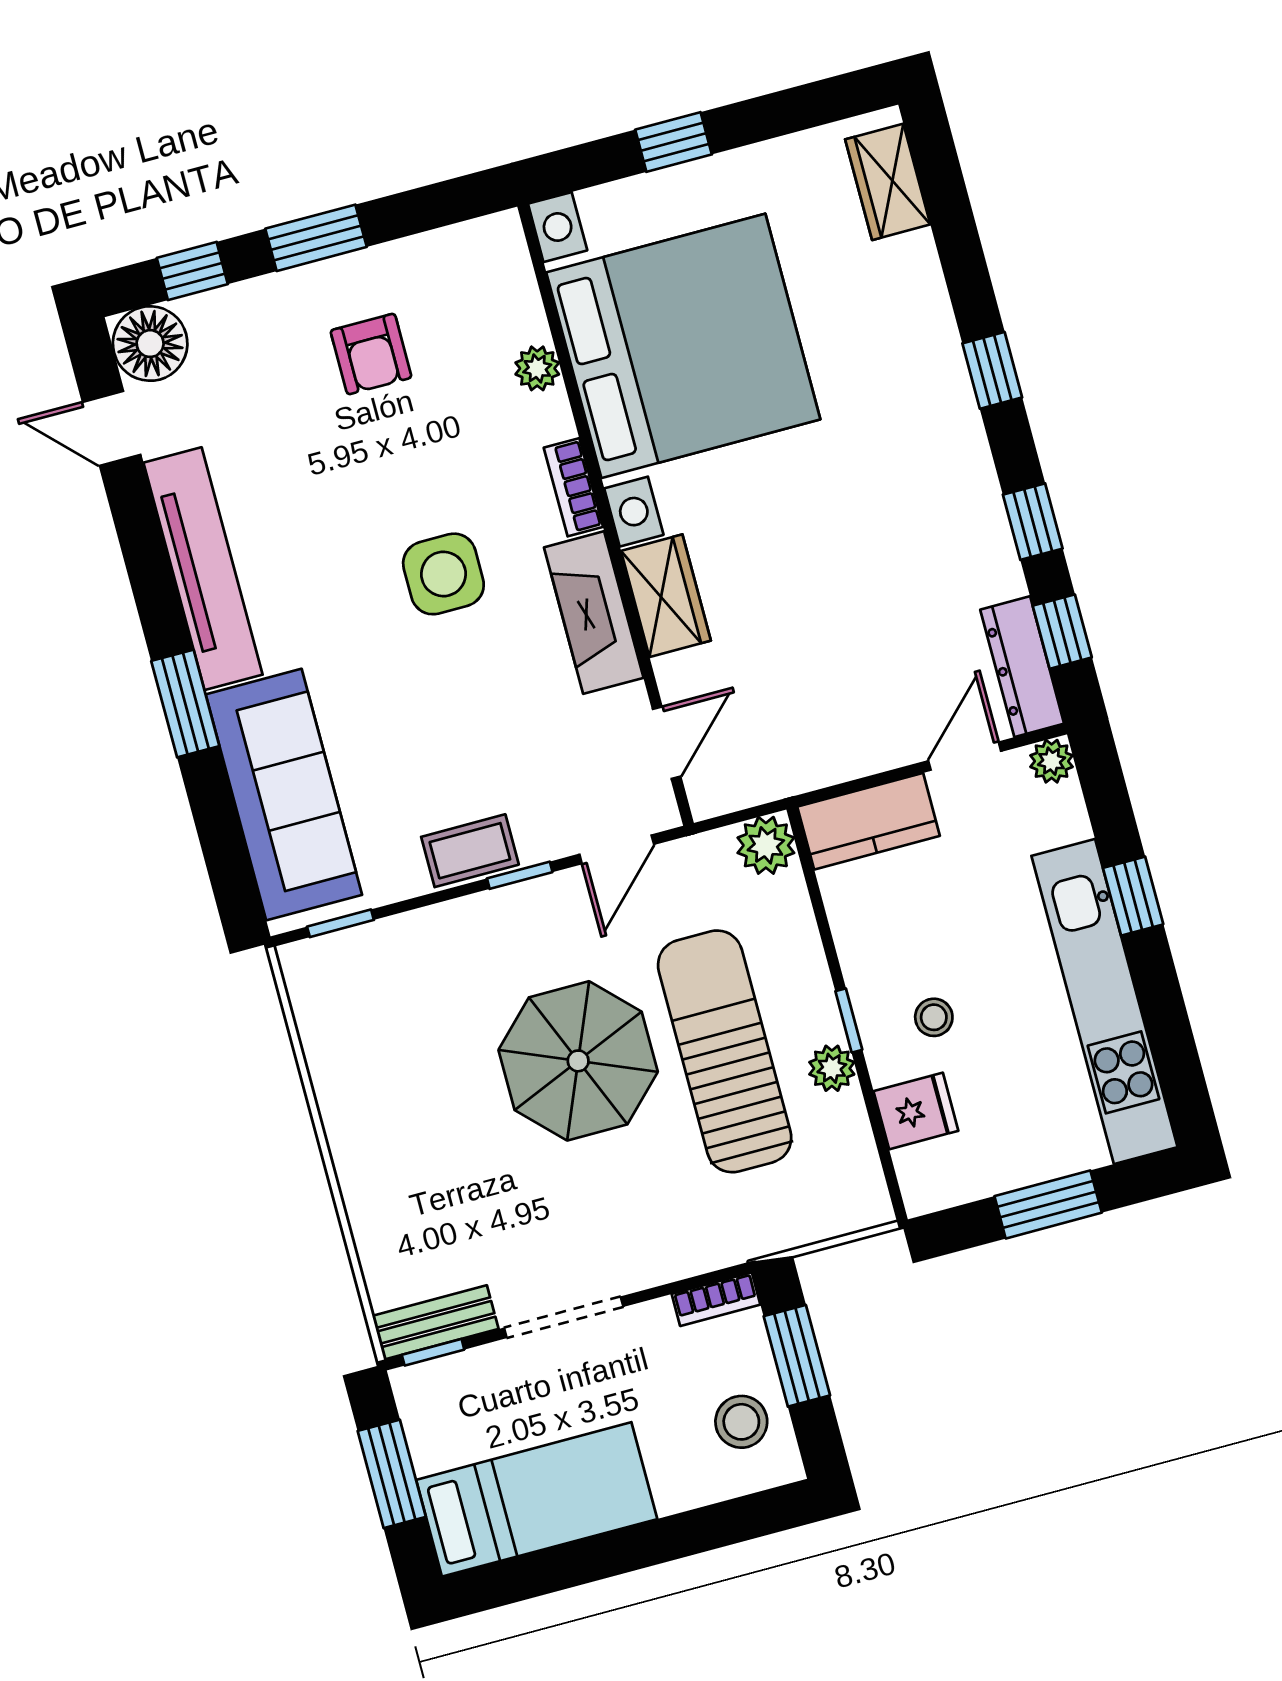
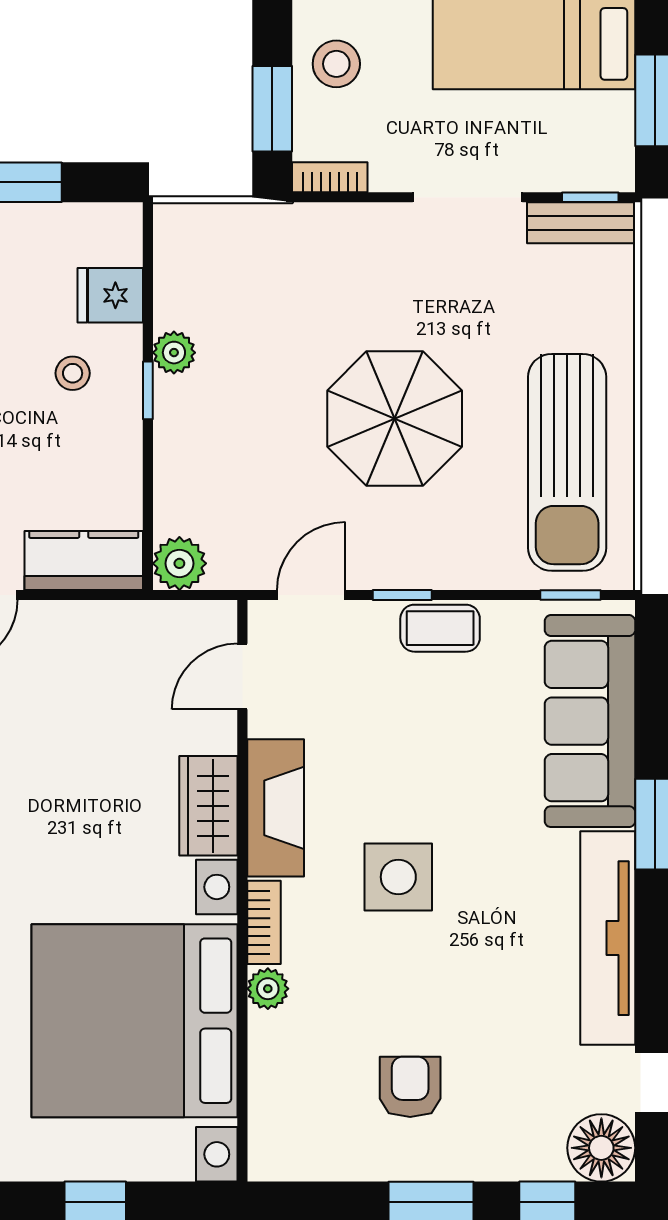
plant: (537, 368) -> (268, 989), moved
sun lounger: (725, 1051) -> (567, 462), moved

